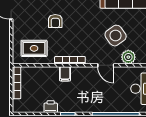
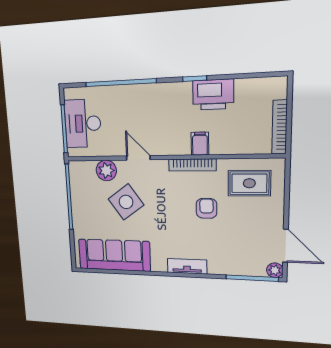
armchair: (55, 21) -> (206, 208), moved
printer: (51, 107) -> (213, 95), width x1.87, depth x1.48

